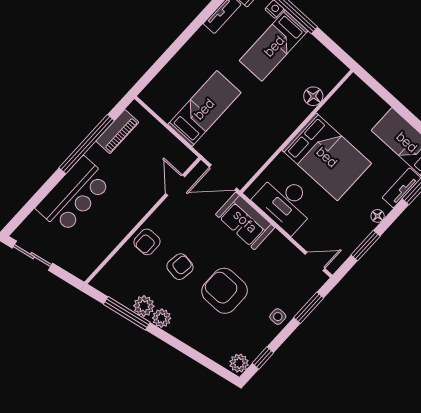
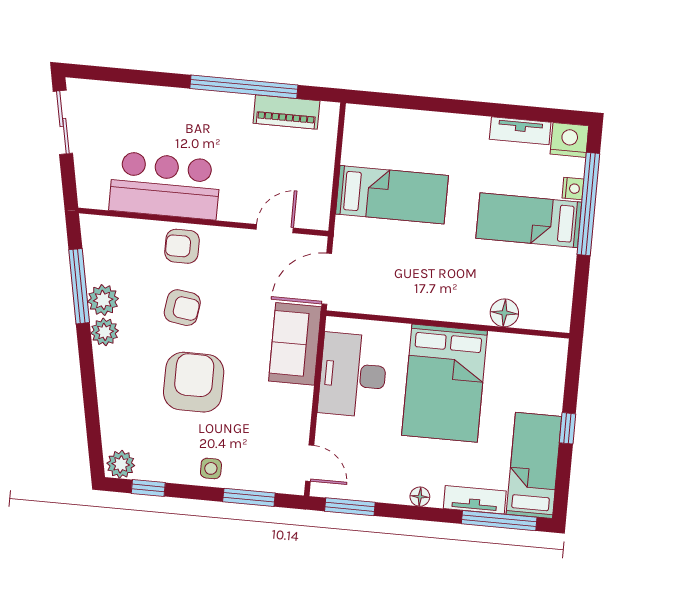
window: (401, 109) -> (568, 428), added
door: (223, 178) -> (327, 279), hinge flipped
bar counter: (74, 195) -> (165, 186), moved, turned 180
window: (366, 246) -> (350, 507), moved

